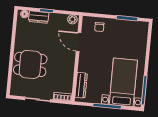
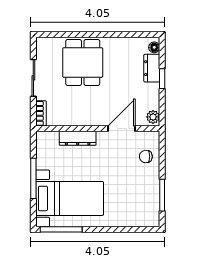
dresser: (81, 85) -> (78, 138), moved

